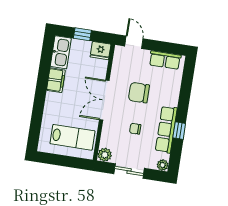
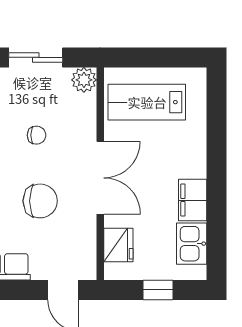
fridge: (101, 51) -> (118, 245), moved, turned 90
kitchen sink: (61, 52) -> (192, 244), width x0.73

